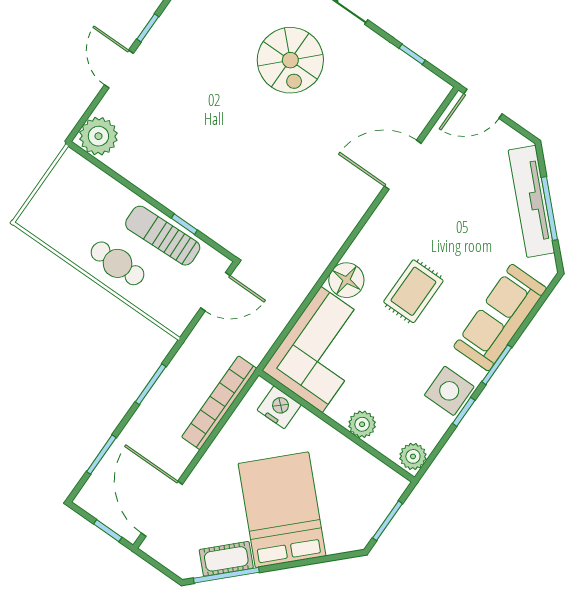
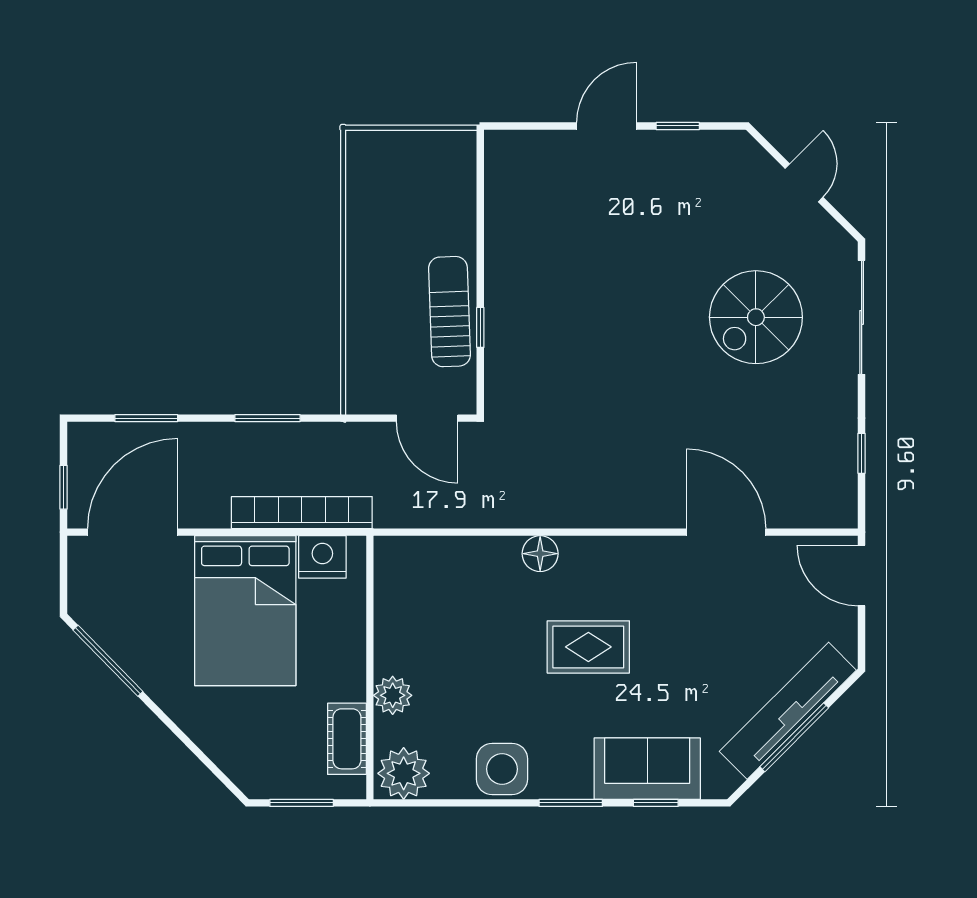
plant: (98, 136) -> (513, 157), removed
cafe table: (117, 263) -> (381, 282), removed
floor lamp: (346, 280) -> (540, 554), width x0.73, depth x0.73
sofa: (500, 318) -> (647, 769), width x0.73
corner sofa: (322, 349) -> (446, 588), removed
nightstand: (279, 407) -> (322, 557), moved, turned -90
window: (464, 412) -> (656, 803), moved
plant: (413, 456) -> (404, 773), width x1.36, depth x1.36
bed: (282, 510) -> (245, 611), moved, turned 134
cot: (226, 559) -> (347, 739), moved, turned 44

